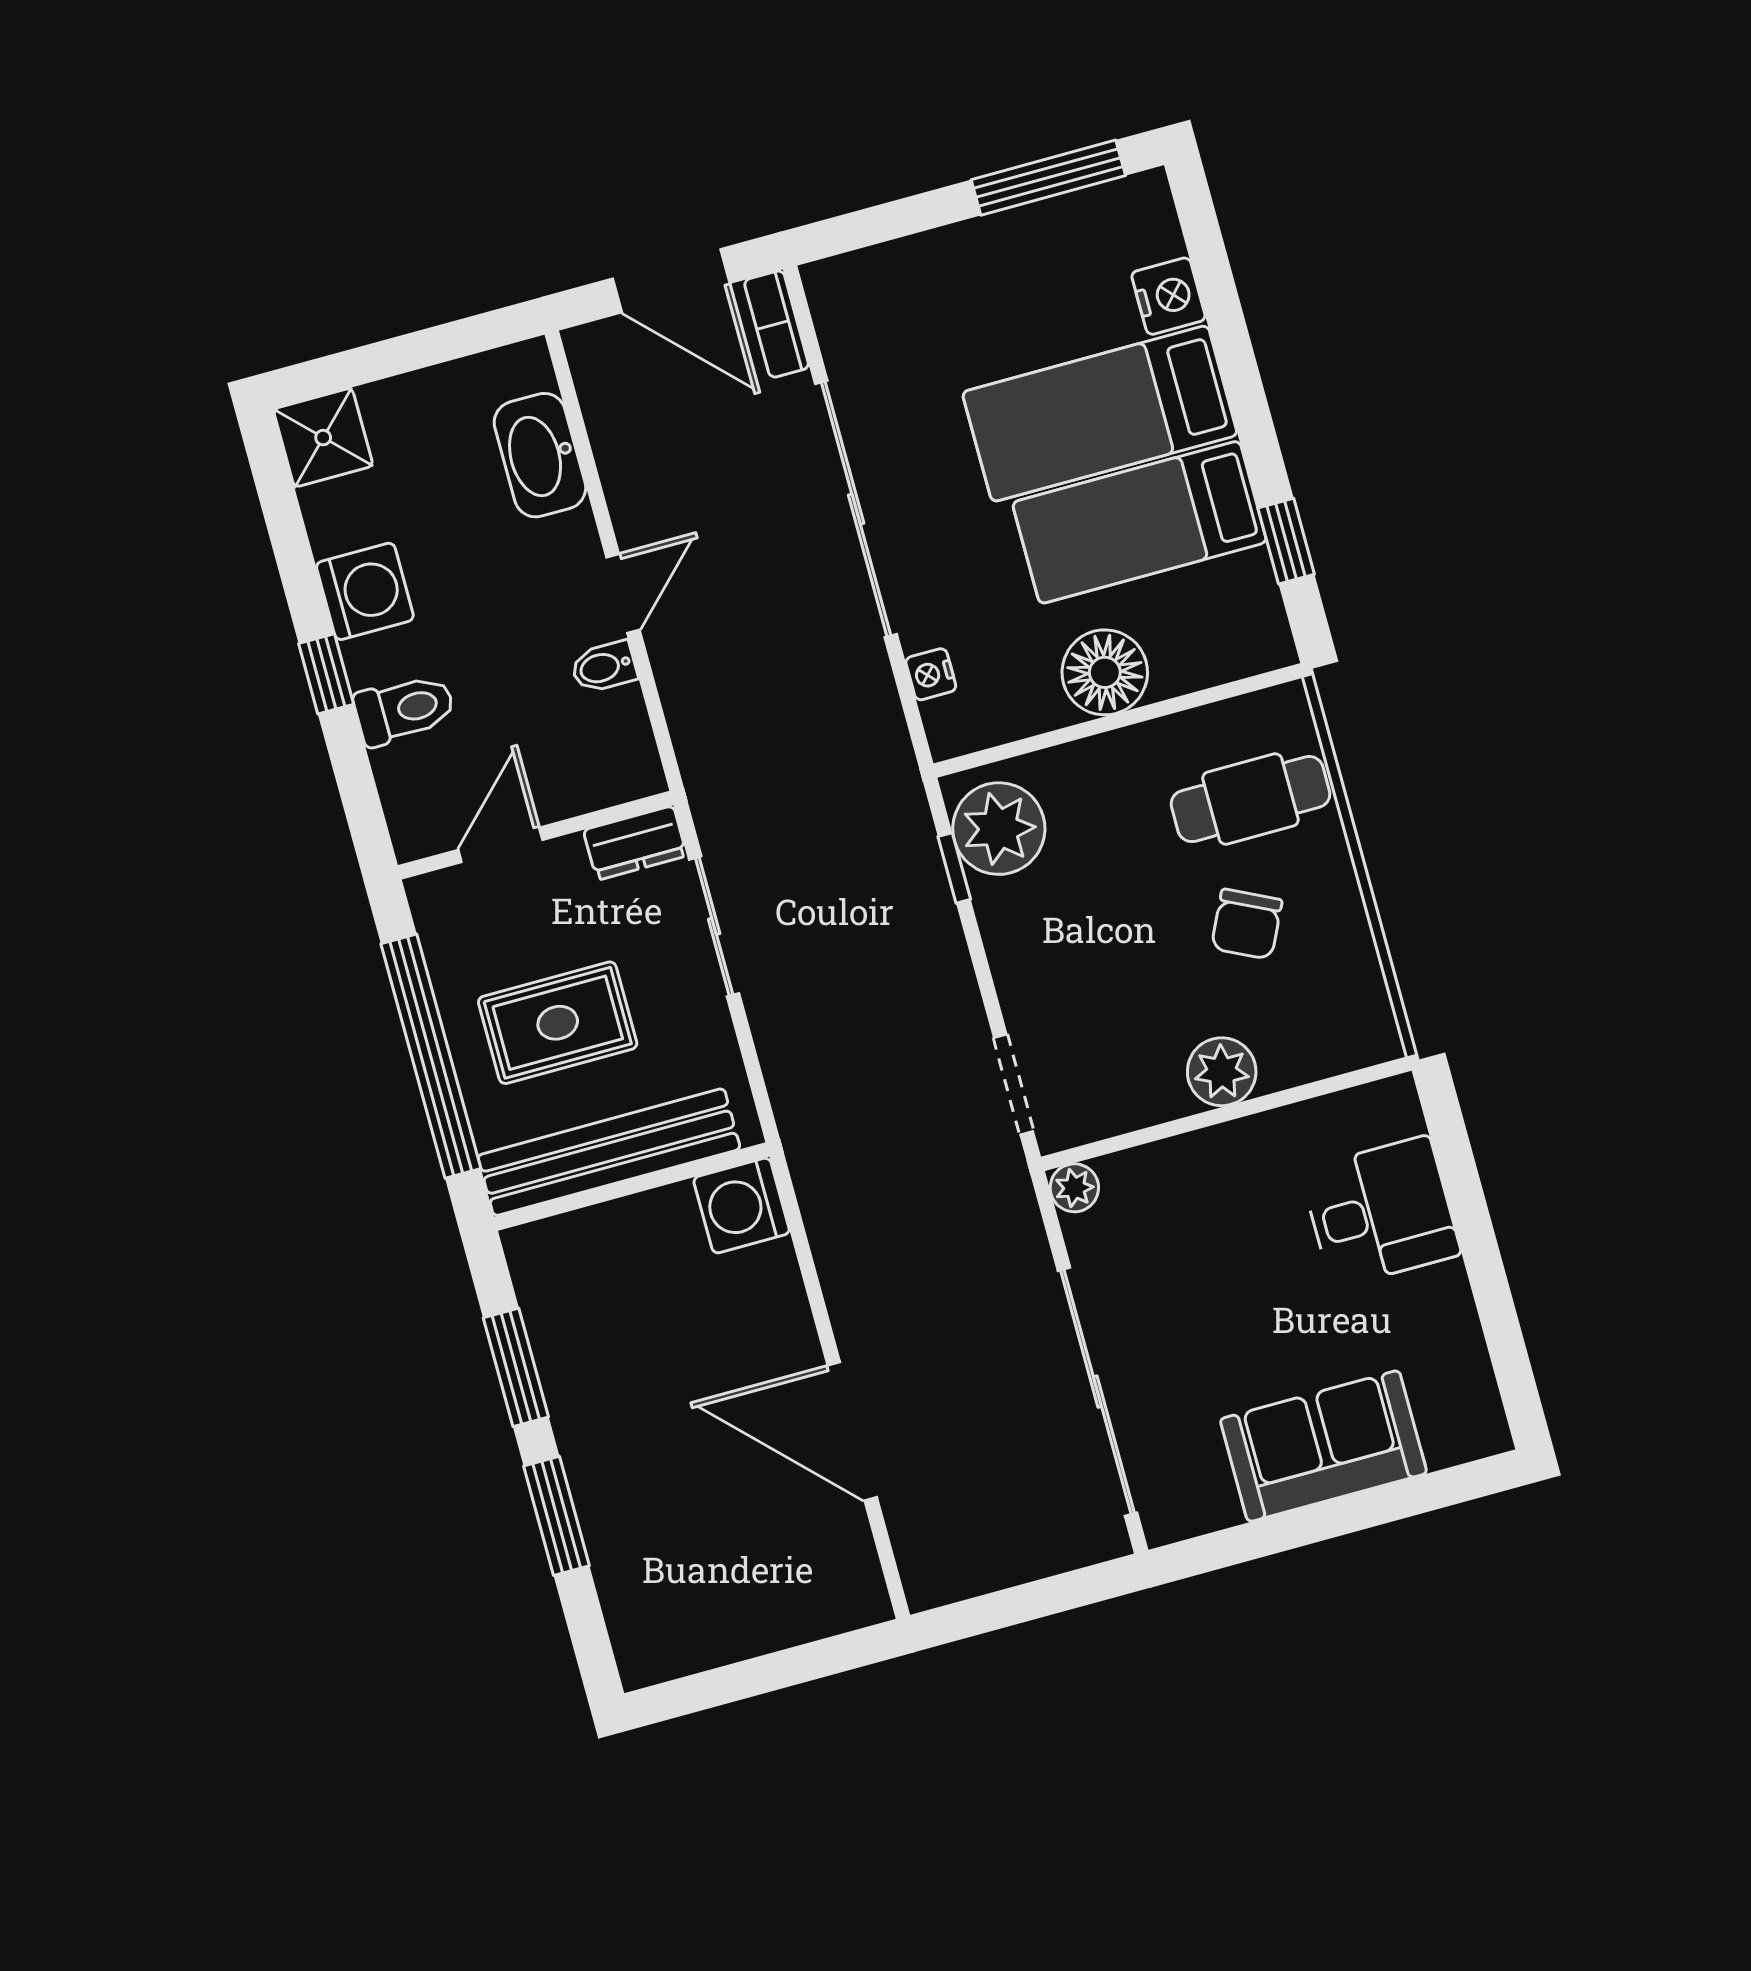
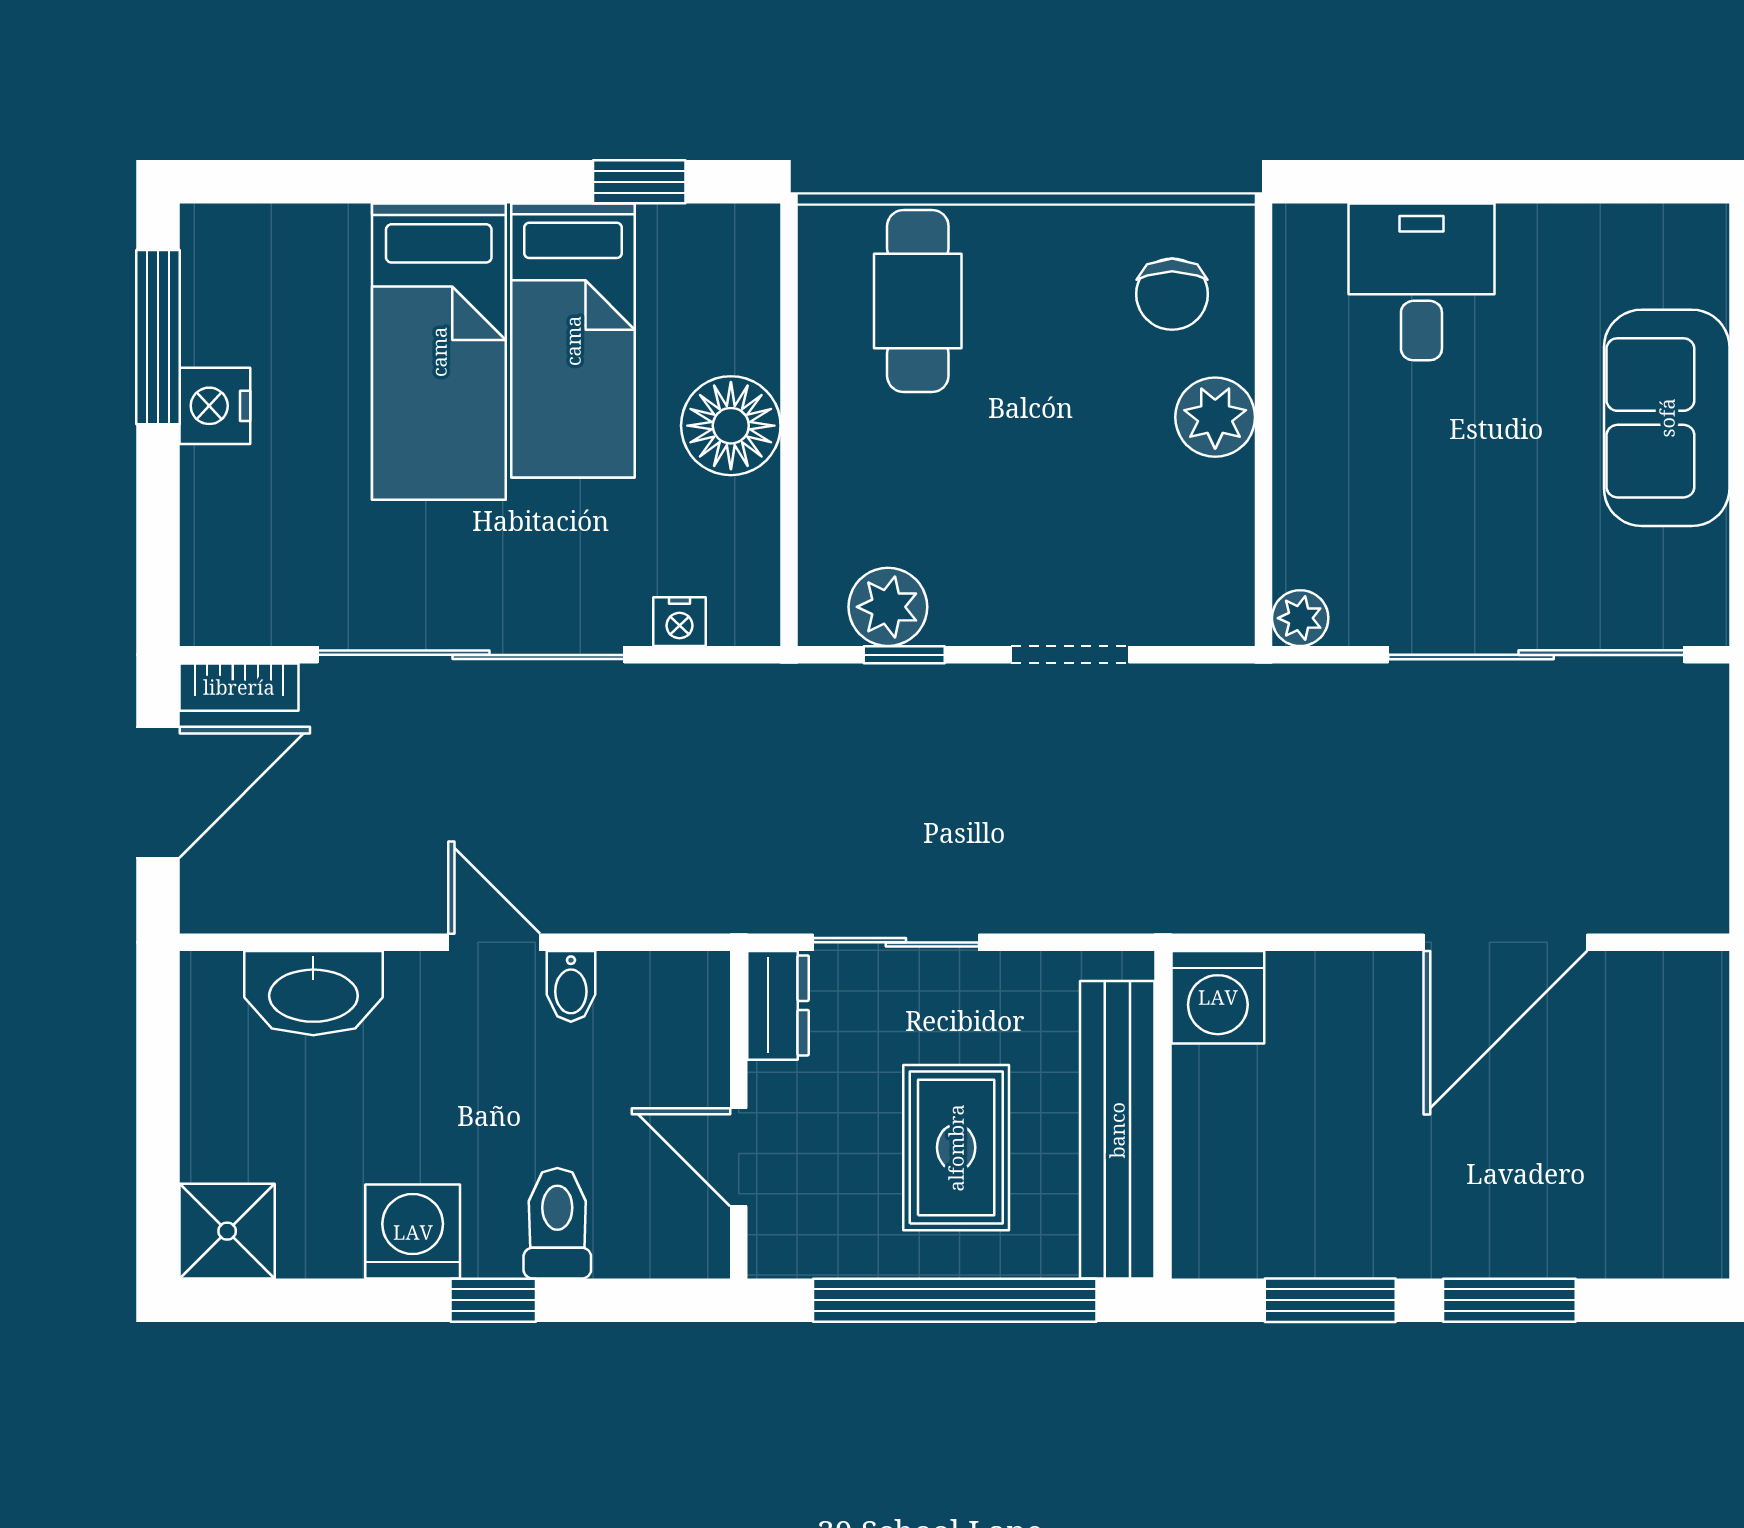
nightstand: (1168, 296) -> (215, 406), moved, turned -90
plant: (999, 829) -> (888, 607), width x0.73, depth x0.73
chair: (1247, 924) -> (1172, 294), moved, turned 64
doorway: (1013, 1084) -> (1070, 655), moved

